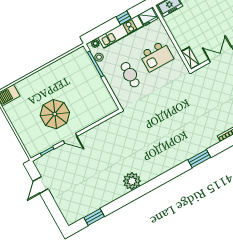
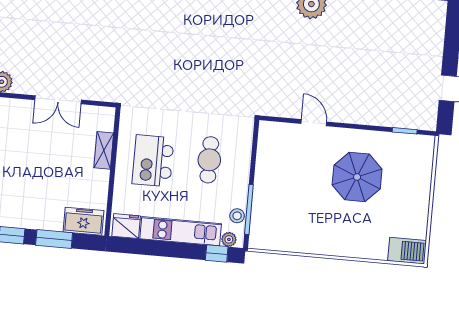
window: (124, 18) -> (217, 253), moved
kitchen island: (156, 56) -> (153, 161), turned -90
shelving: (190, 58) -> (104, 150), moved
door: (70, 138) -> (314, 123), moved

